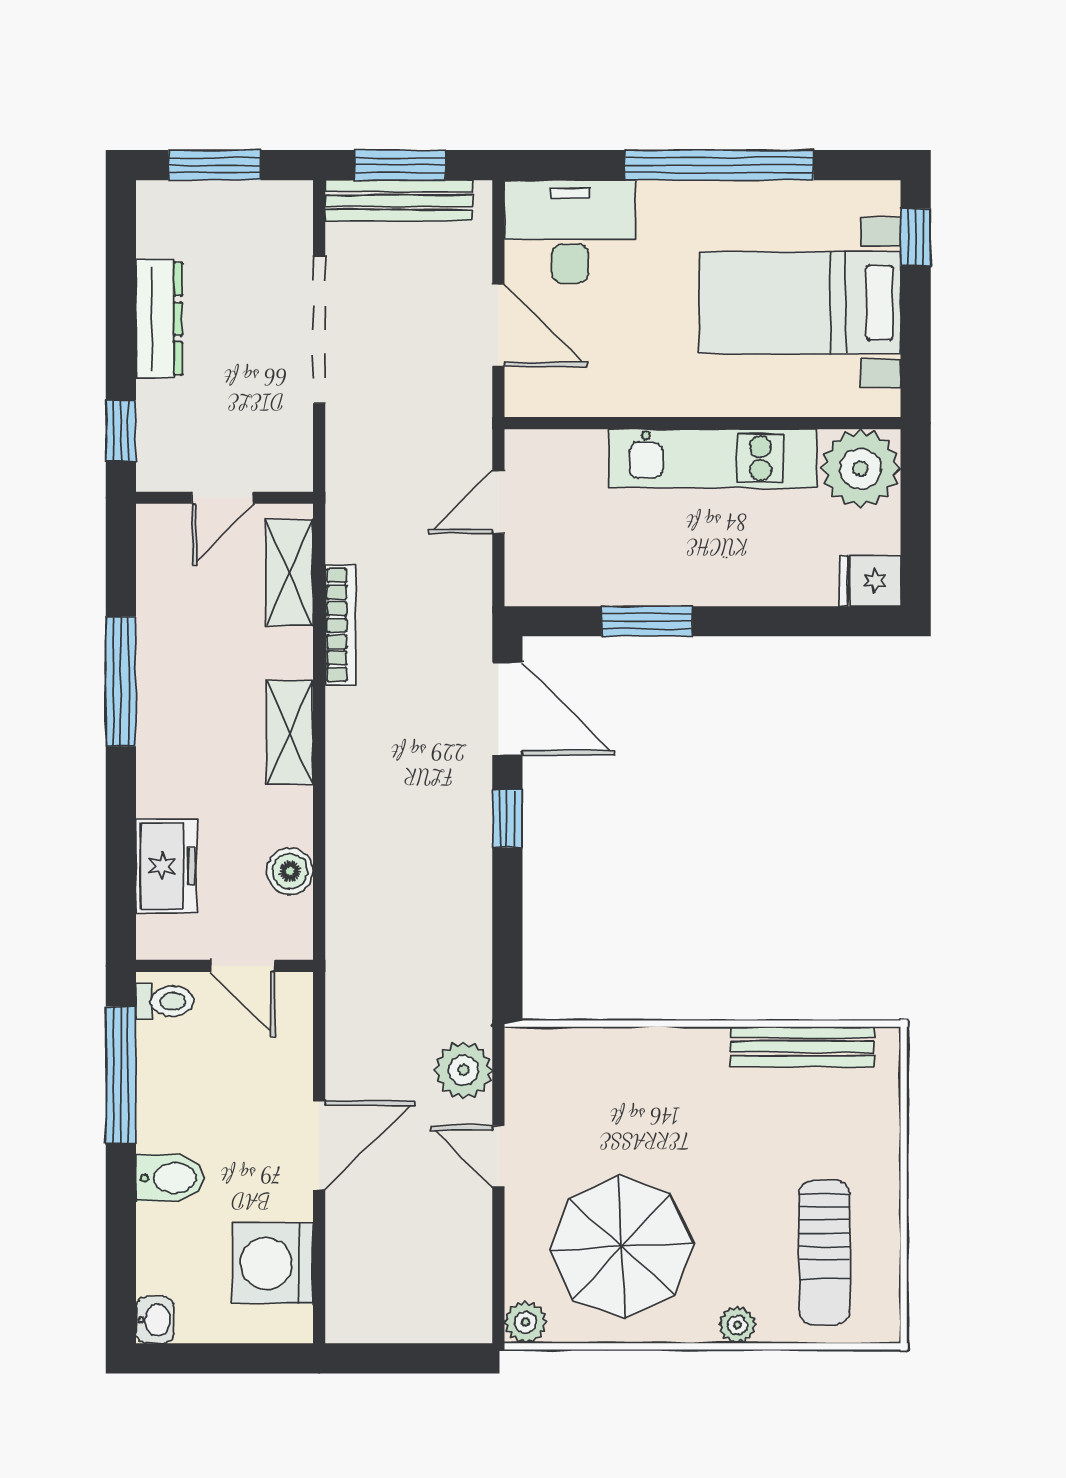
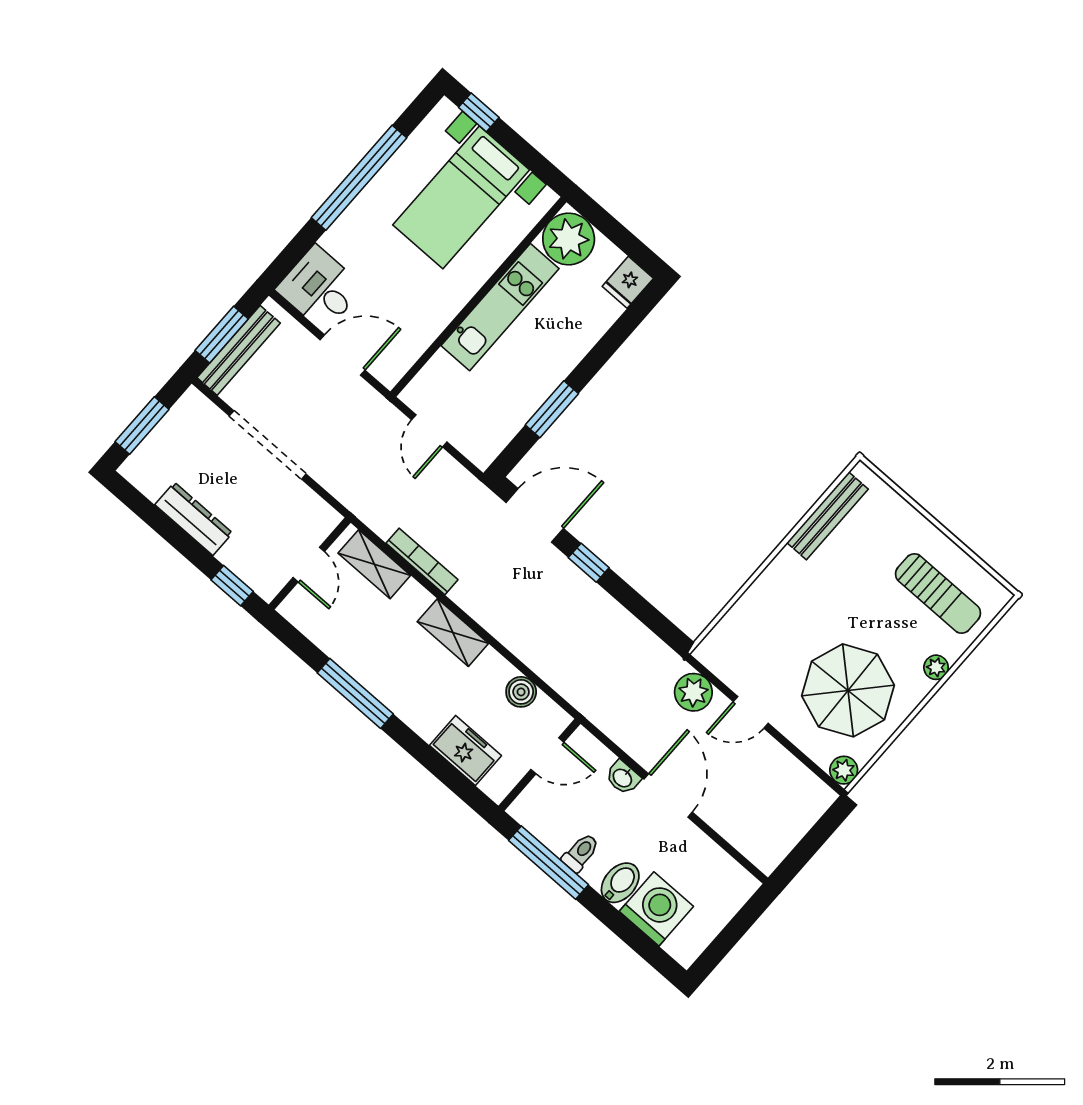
desk: (570, 232) -> (320, 288), width x0.73
toilet: (165, 1001) -> (581, 853), moved
washing machine: (273, 1263) -> (656, 909), moved, turned 180
washbasin: (155, 1320) -> (623, 778), moved, turned 180

